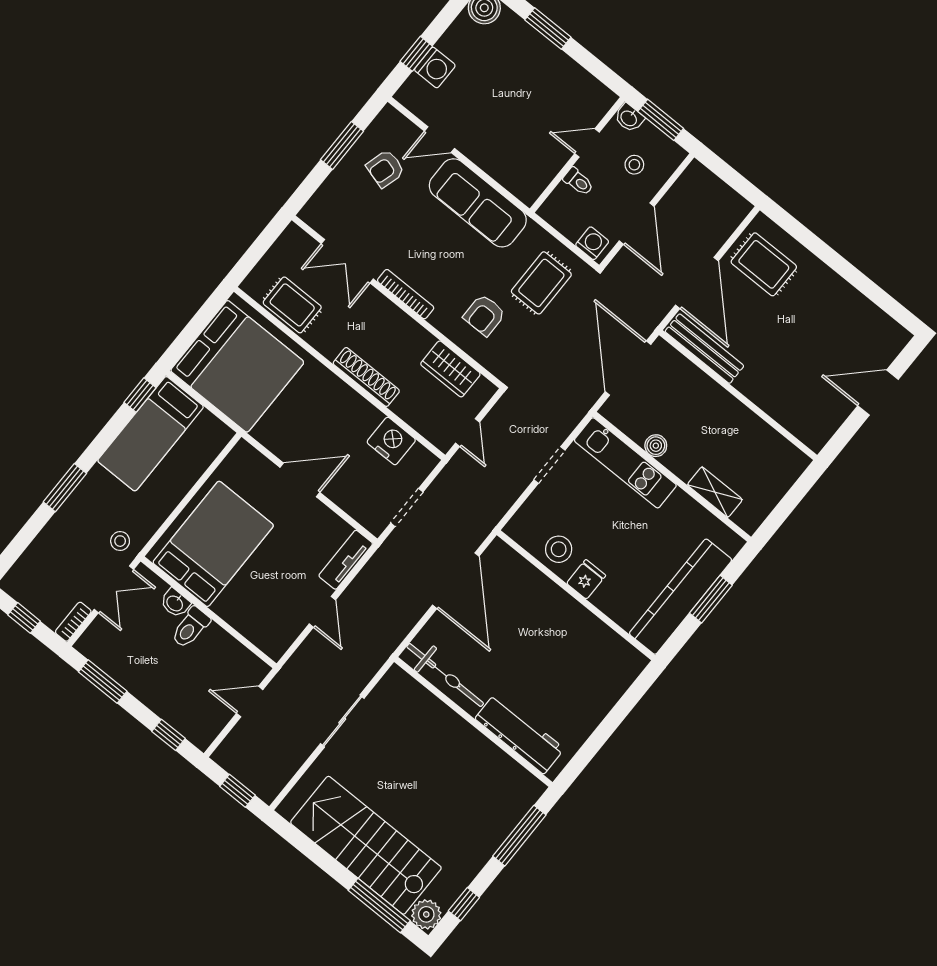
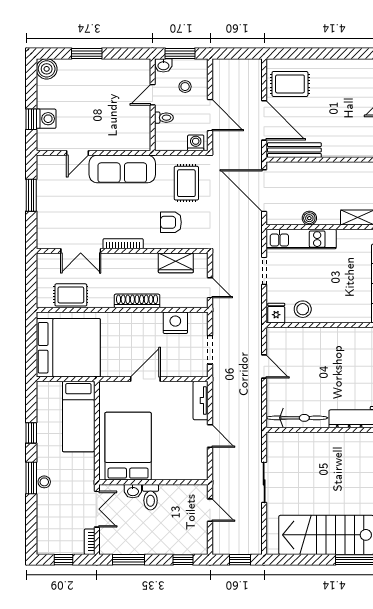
armchair: (385, 169) -> (62, 189), removed
armchair: (484, 315) -> (171, 222), turned 90
window: (140, 395) -> (31, 433), moved
bed: (151, 434) -> (78, 417), moved
stool: (120, 541) -> (44, 482), moved
fridge: (586, 579) -> (276, 313), moved
door: (456, 581) -> (264, 366), width x0.53
door: (250, 702) -> (210, 510), swing flipped

